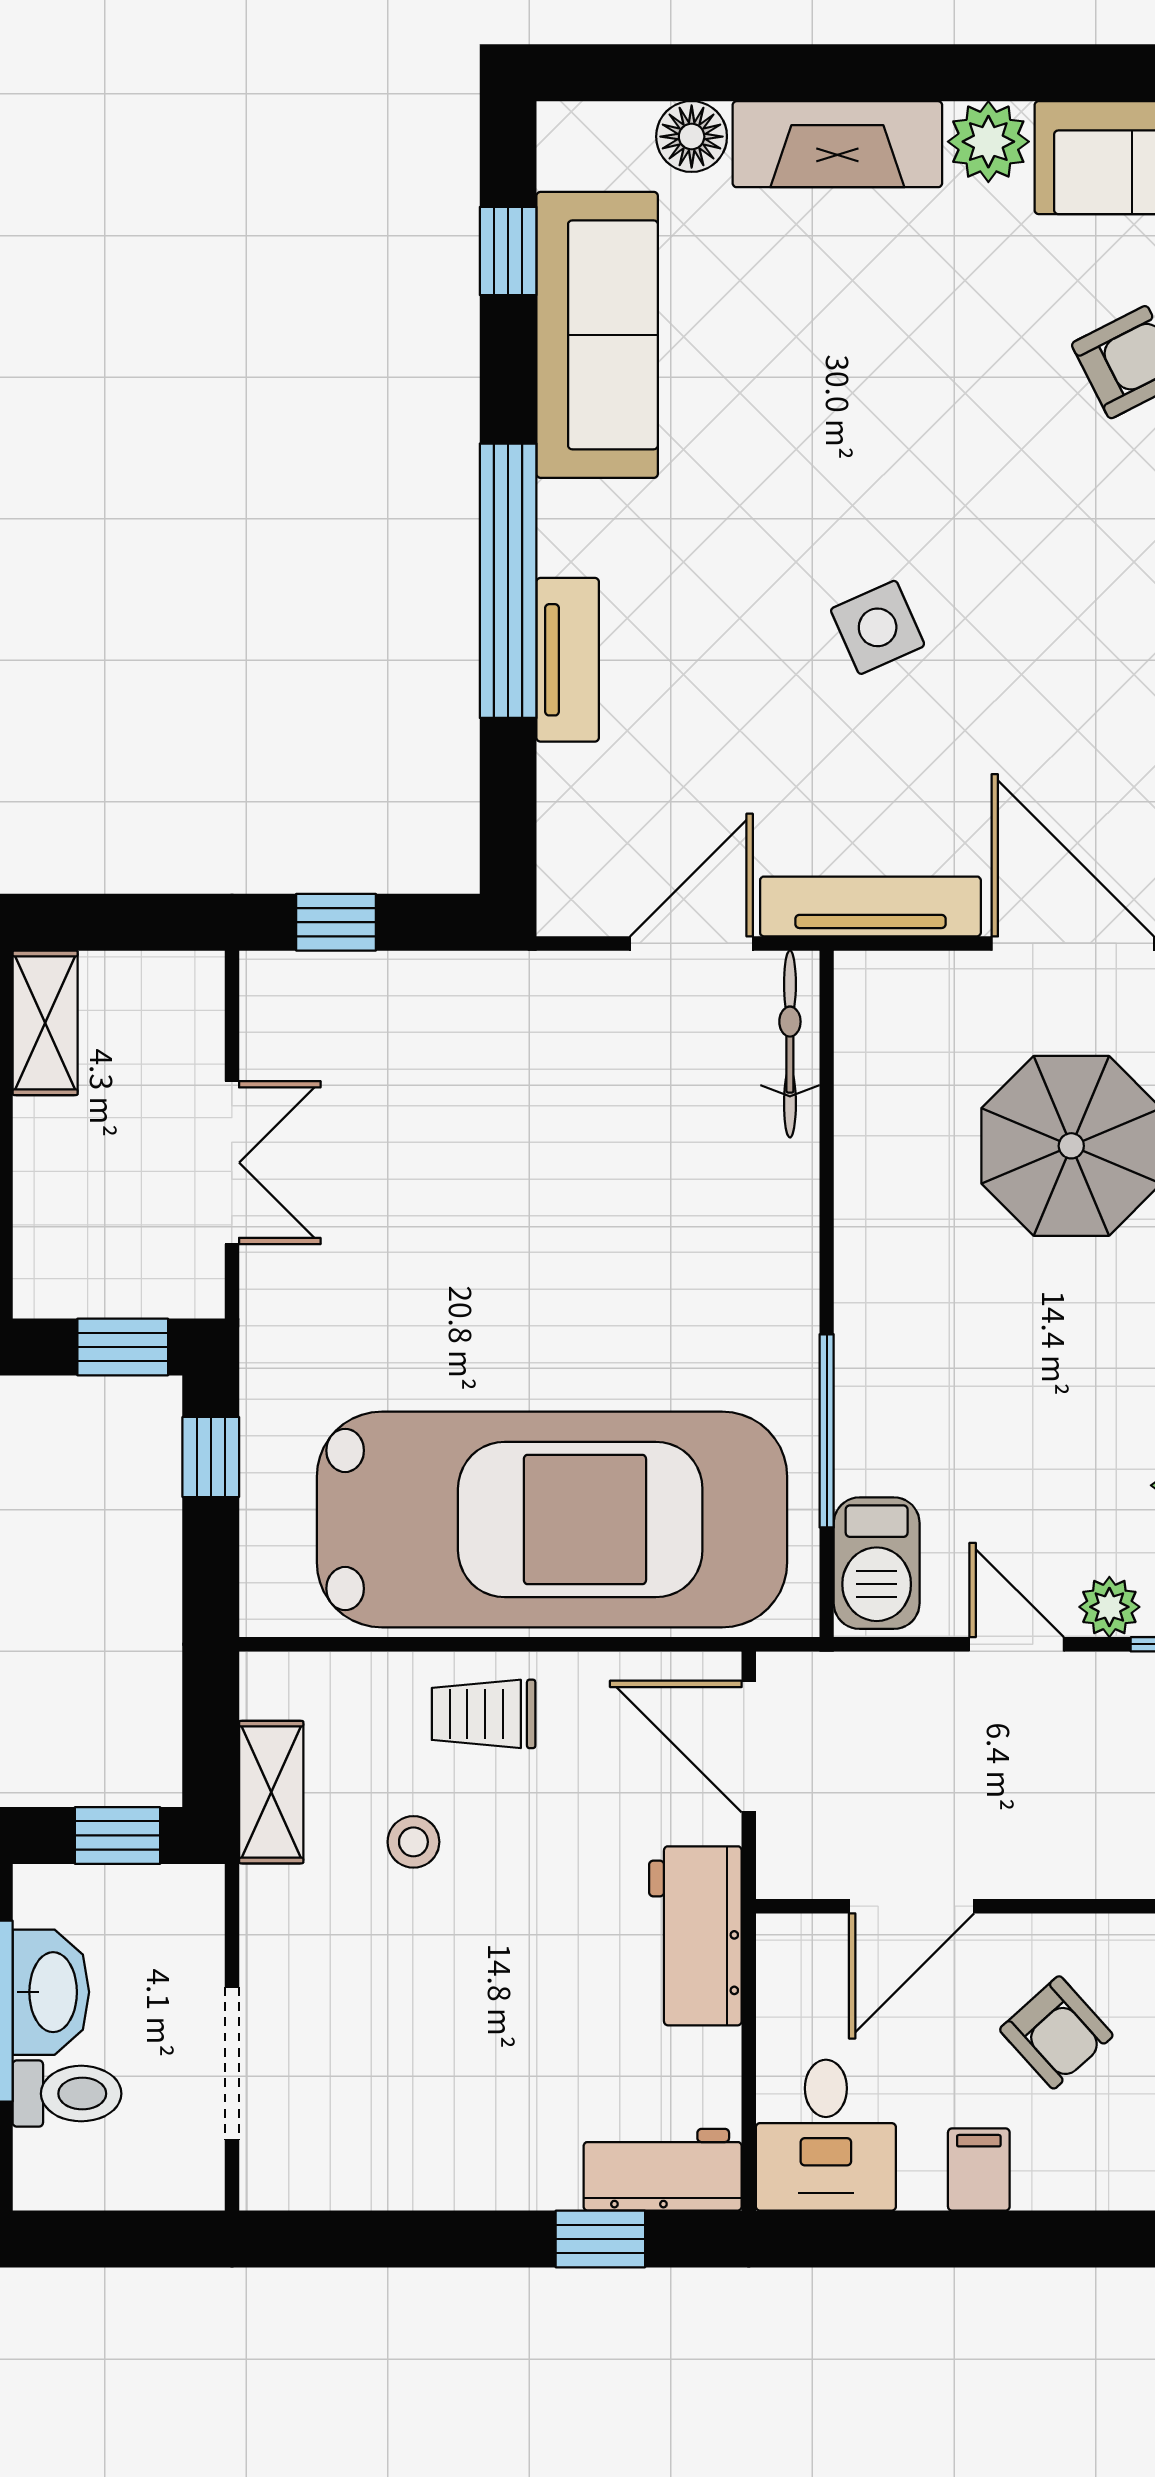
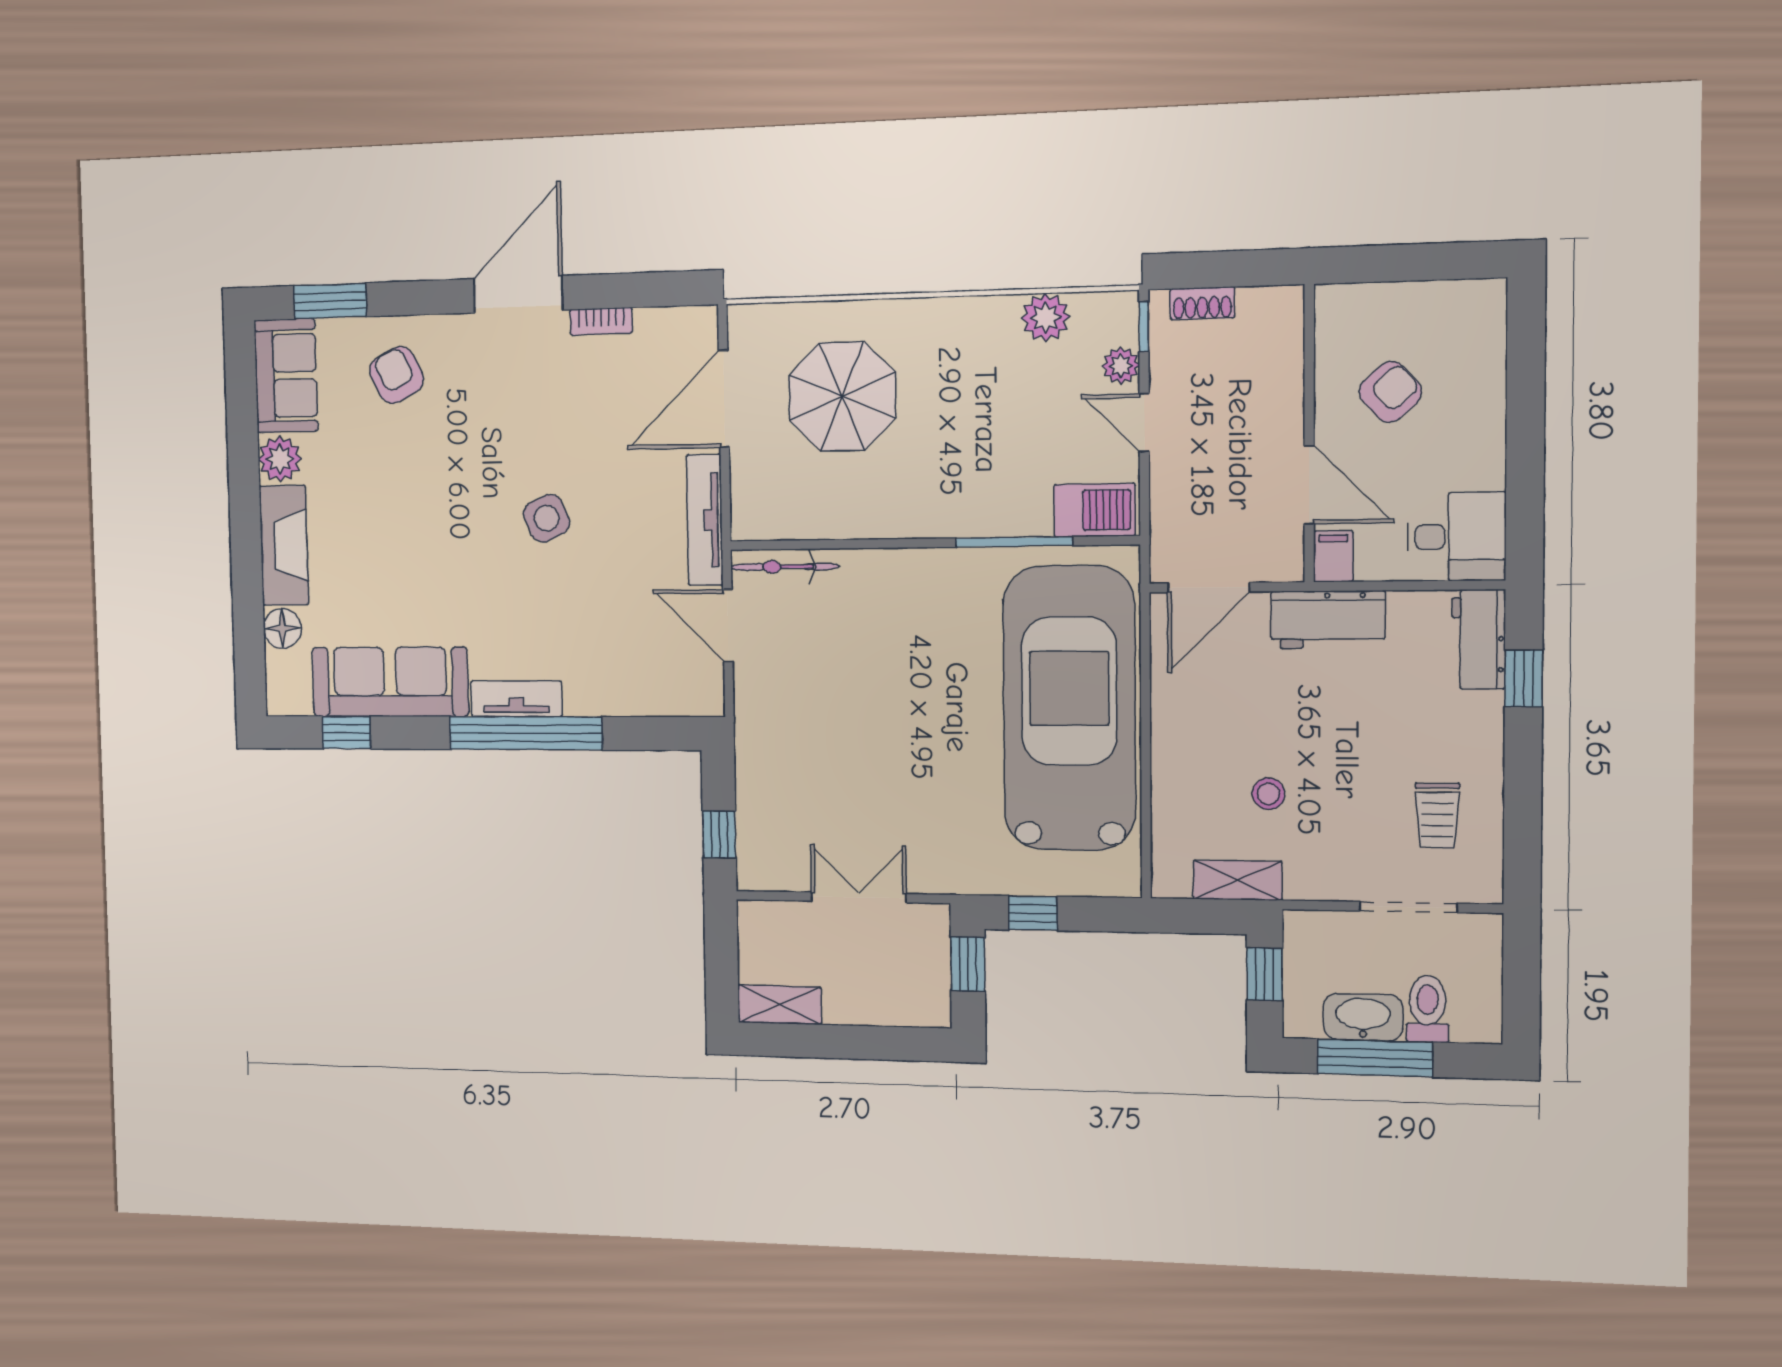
tv unit: (568, 660) -> (516, 699), moved
door: (1017, 1644) -> (1144, 423), hinge flipped
trolley: (484, 1714) -> (1437, 815), moved
filing cabinet: (979, 2170) -> (1333, 556), moved, turned 90

